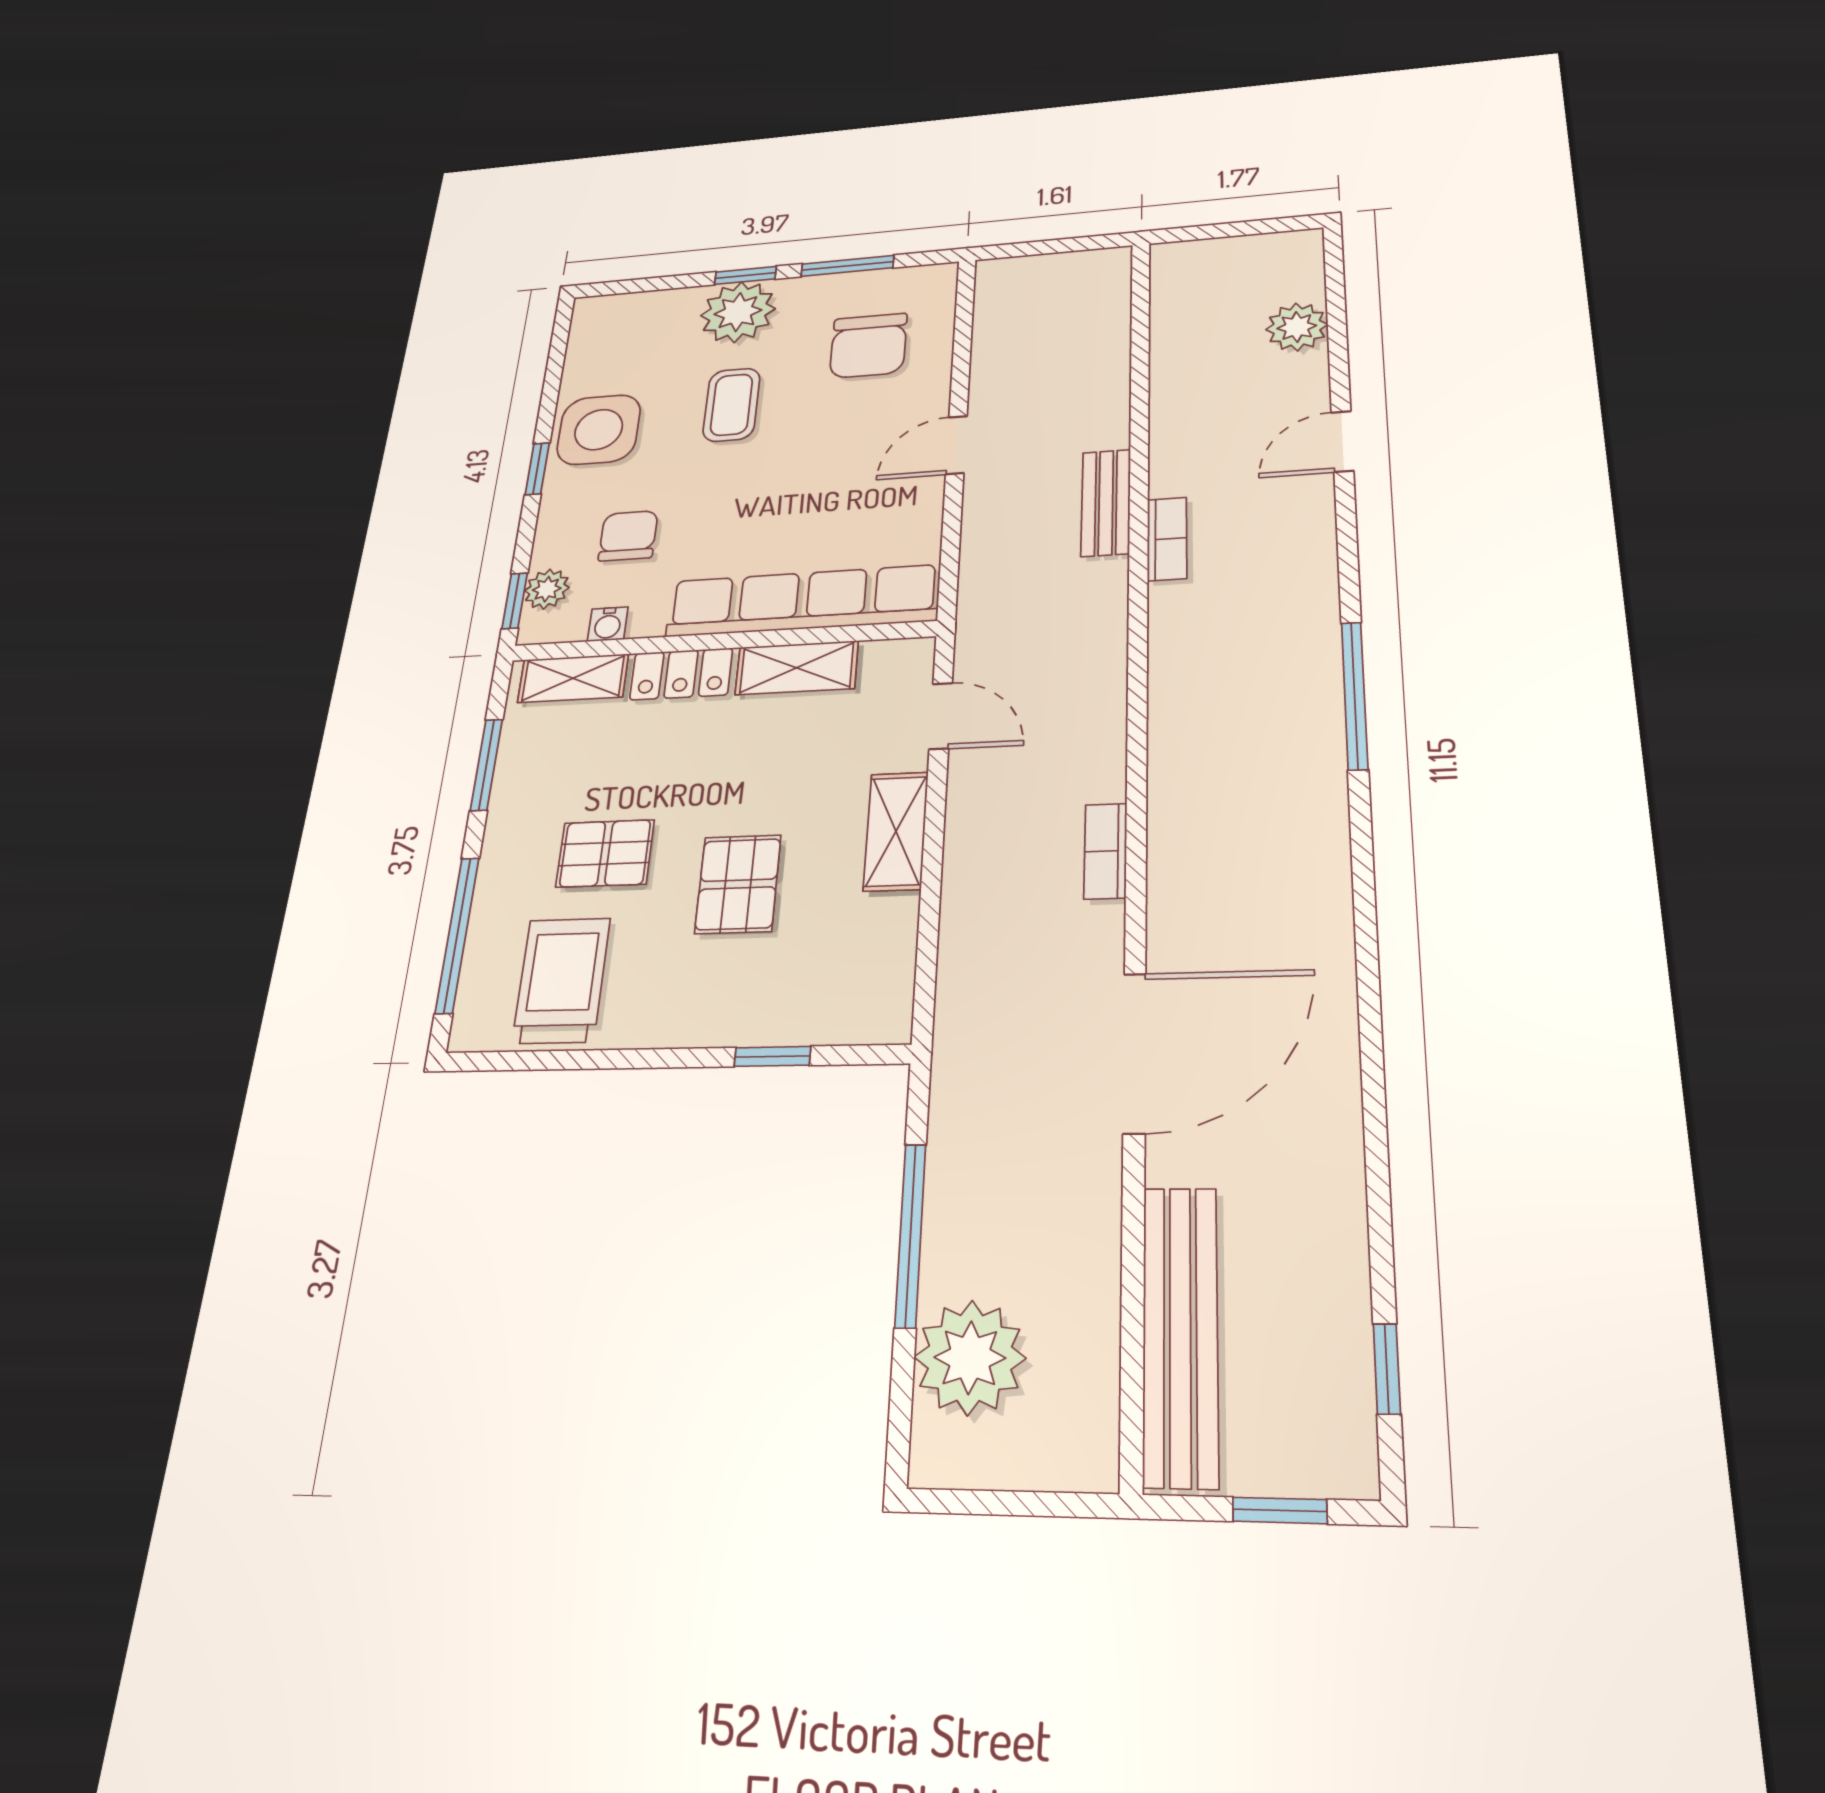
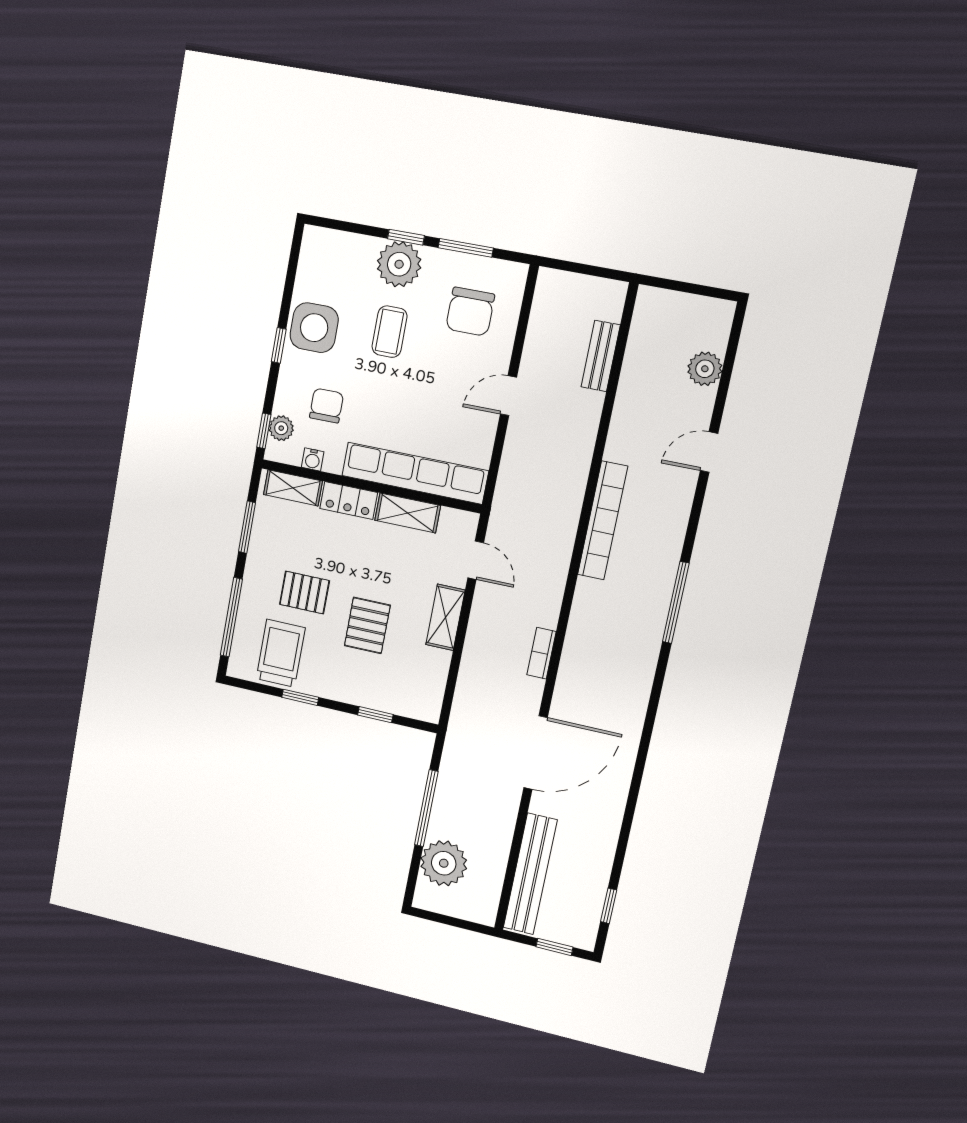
bench: (1106, 503) -> (601, 356), moved
bookcase: (1167, 539) -> (603, 520), width x2.31, depth x1.31
window: (607, 1059) -> (300, 697), added

